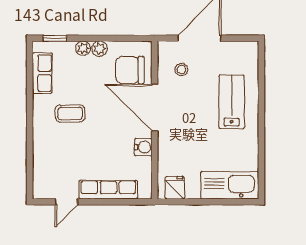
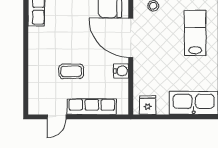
coffee table: (70, 114) -> (71, 71), moved

